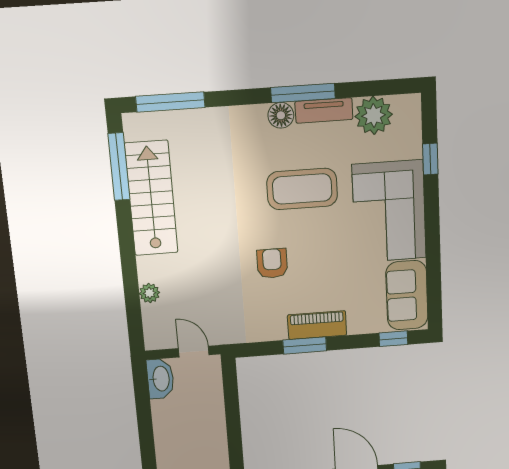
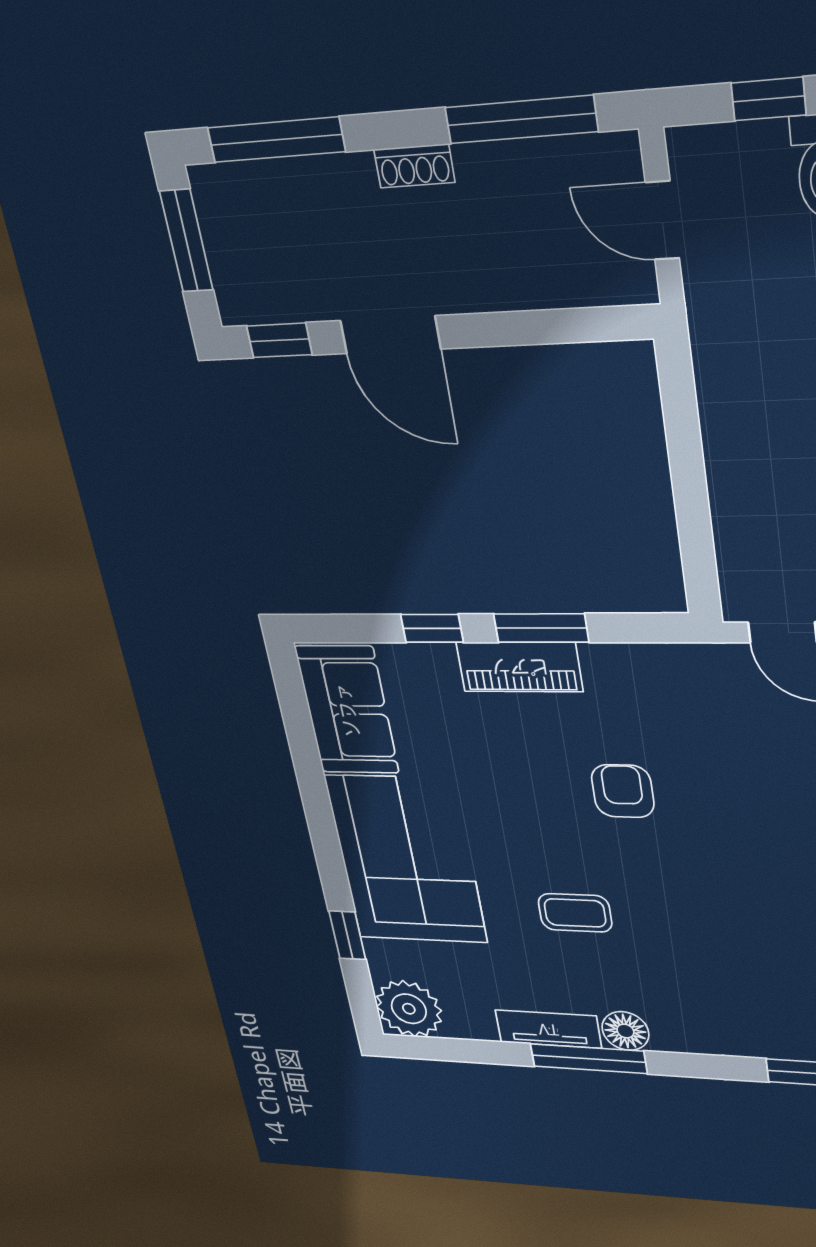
plant: (374, 115) -> (409, 1009), moved
coffee table: (302, 189) -> (575, 913), width x0.54, depth x0.58
armchair: (272, 263) -> (623, 791), turned 180
window: (393, 339) -> (432, 628), moved

